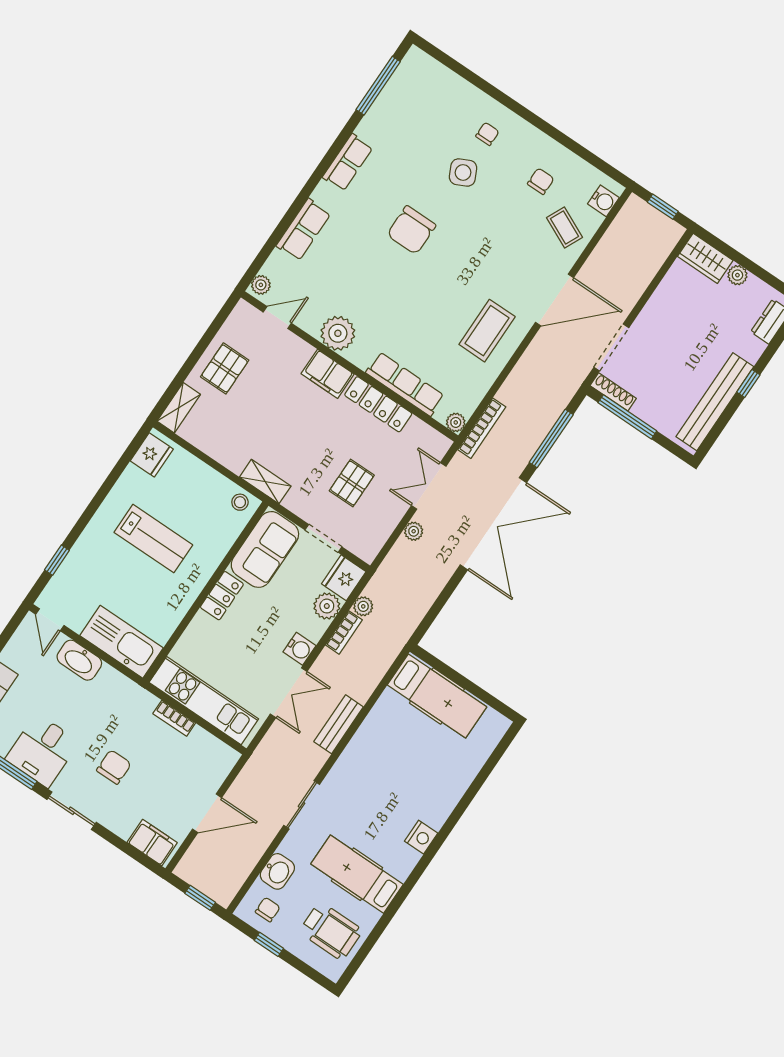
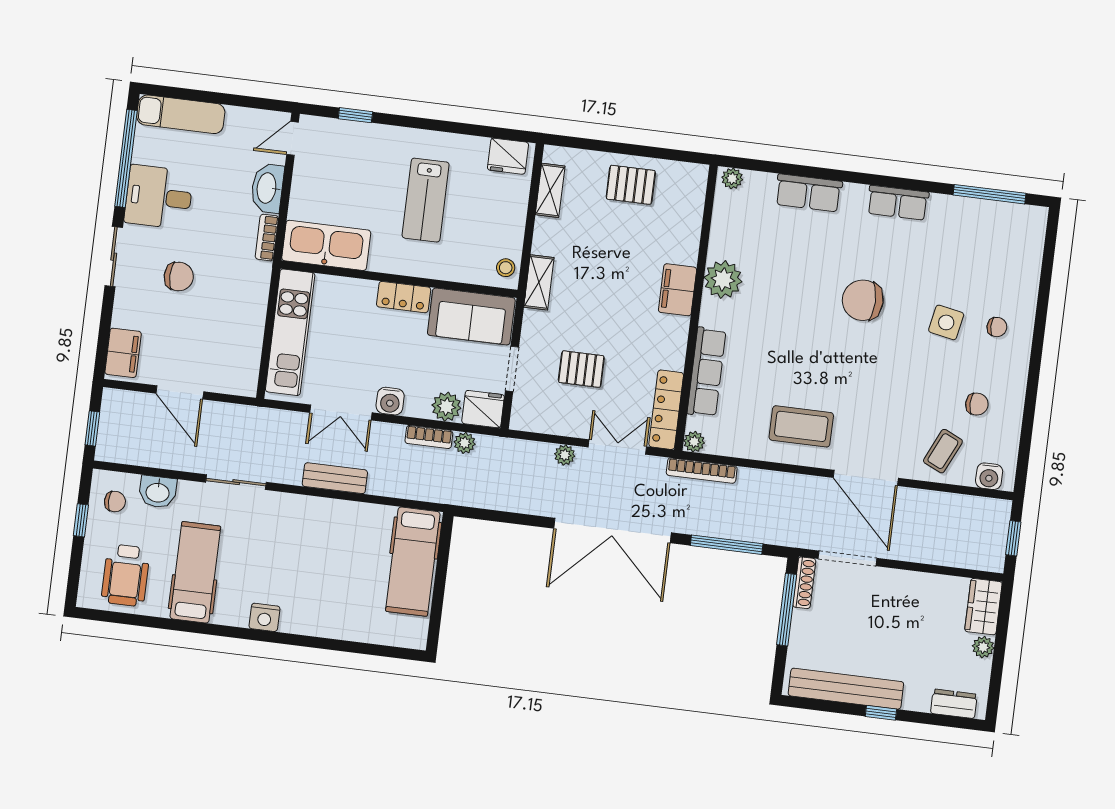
side table: (463, 172) -> (946, 322), turned 37
door: (277, 318) -> (708, 211), removed
locker: (378, 404) -> (666, 410), moved
shelving: (179, 408) -> (550, 190), moved, turned 90
kitchen sink: (121, 642) -> (326, 245), moved, turned -90
bookcase: (174, 718) -> (267, 237), moved

